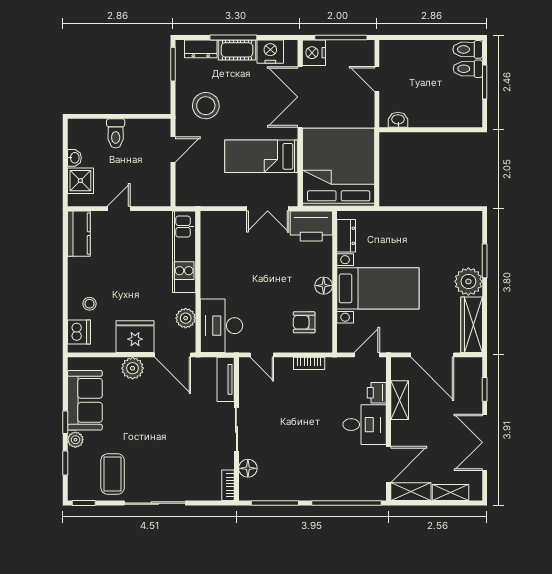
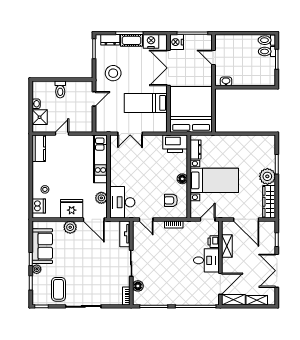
double door: (268, 209) -> (130, 134), moved

